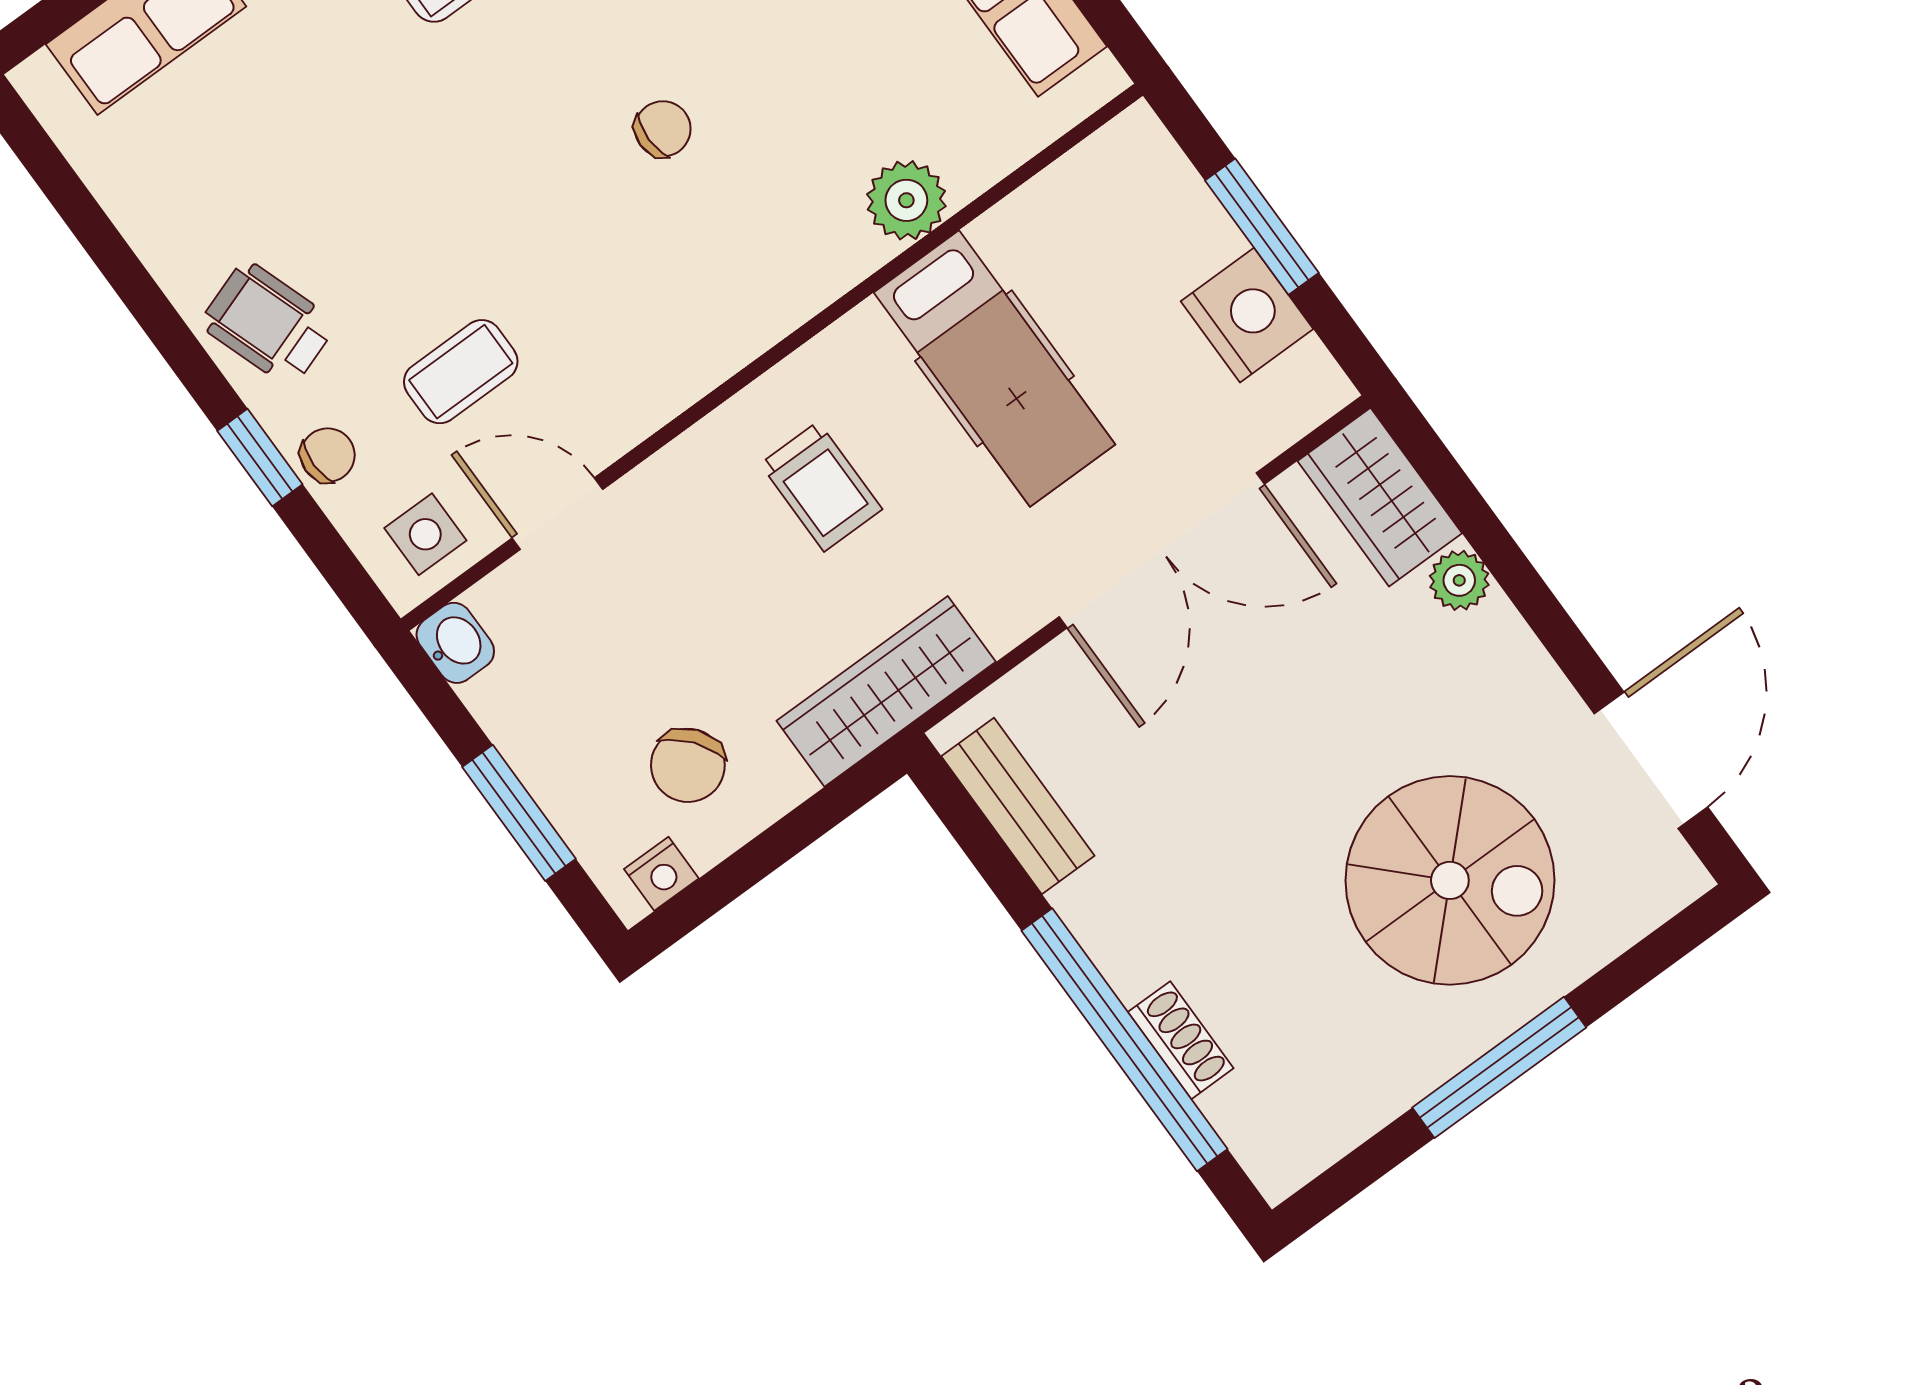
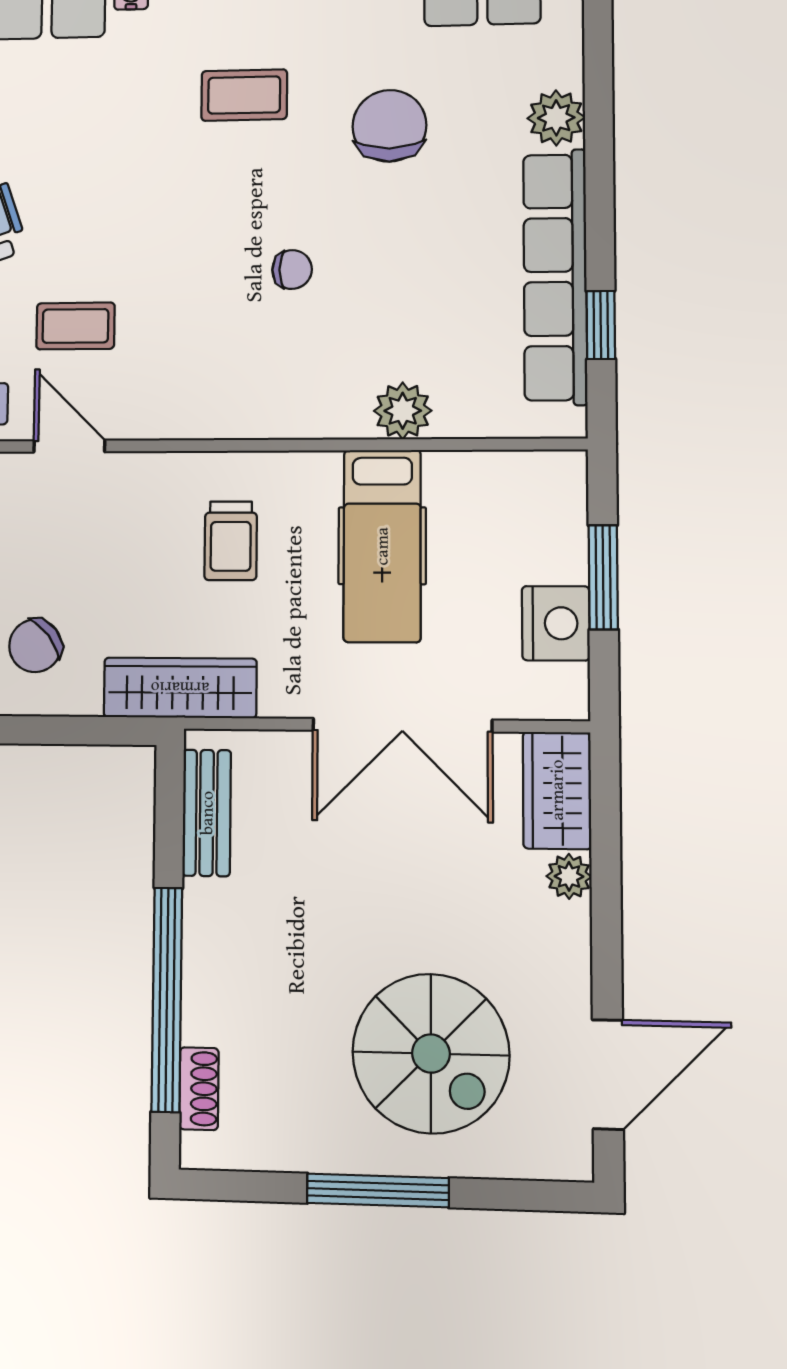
shoe rack: (1181, 1040) -> (199, 1089), moved

